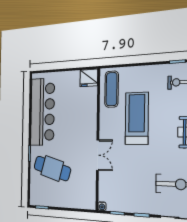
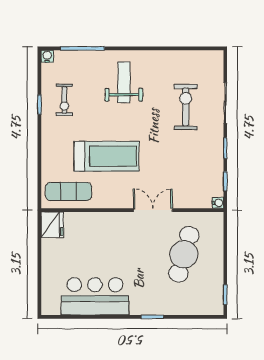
bar counter: (43, 112) -> (95, 296), width x0.73
treadmill: (137, 118) -> (107, 156), turned 180
cafe table: (52, 168) -> (184, 254), moved

